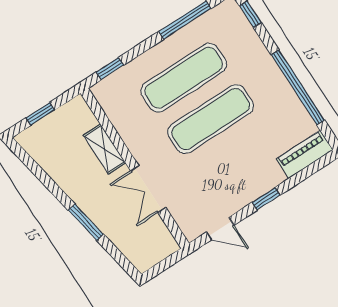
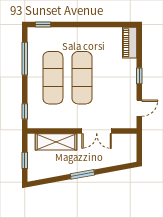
window: (298, 87) -> (94, 24), removed
shelving: (104, 149) -> (56, 142), width x1.50, depth x1.33
window: (86, 222) -> (82, 174), moved

